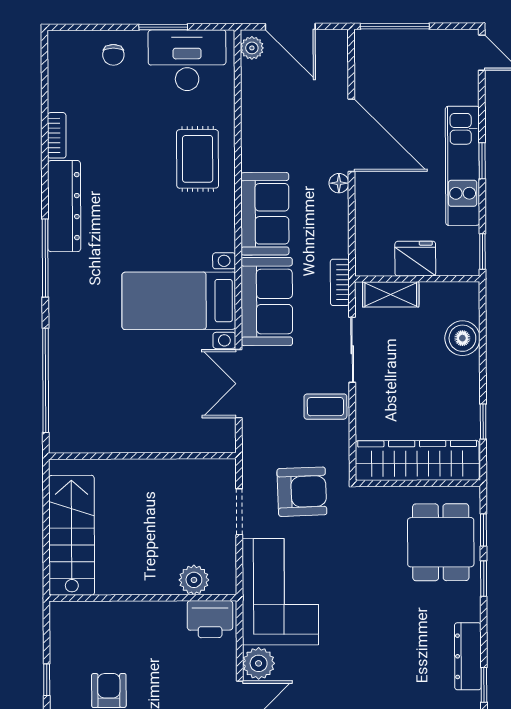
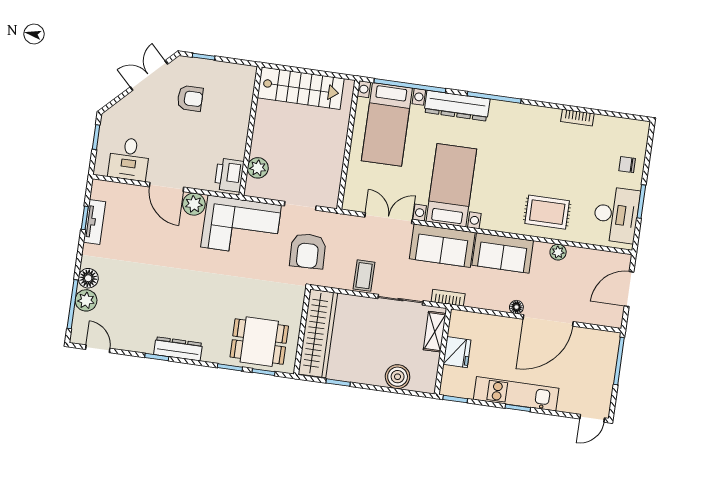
plant: (252, 48) -> (558, 252), moved
dresser: (64, 206) -> (457, 106), moved
bed with nightstands: (106, 405) -> (387, 124), added

